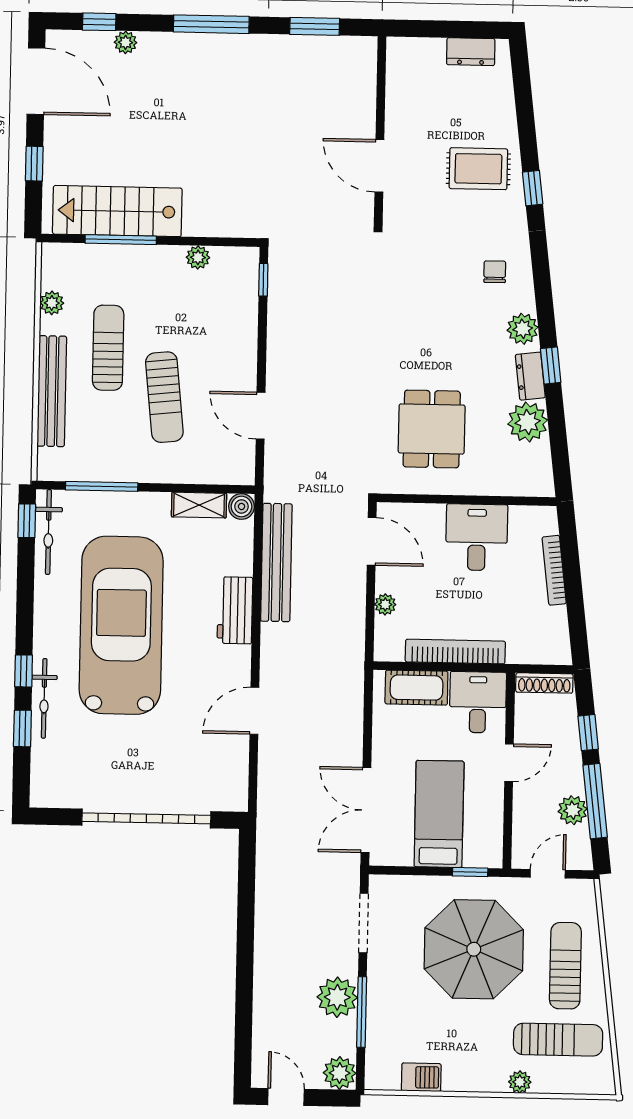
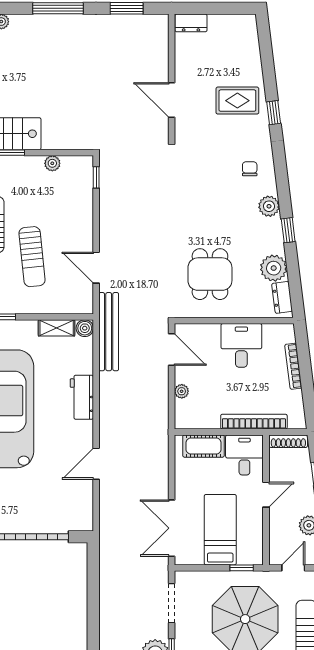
dresser: (471, 52) -> (191, 23), moved
dresser: (530, 376) -> (282, 297), moved
bench: (276, 562) -> (109, 332), moved
bookcase: (455, 652) -> (254, 422), moved

